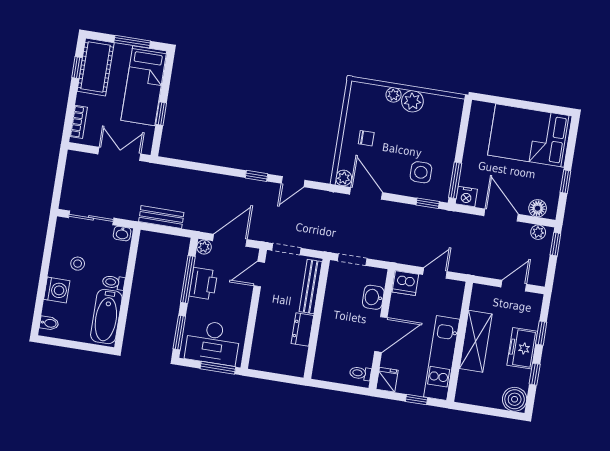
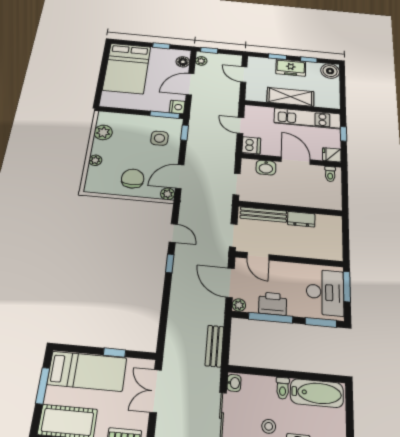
plant: (412, 101) -> (103, 132), moved
chair: (366, 138) -> (133, 179), width x1.87, depth x1.87

